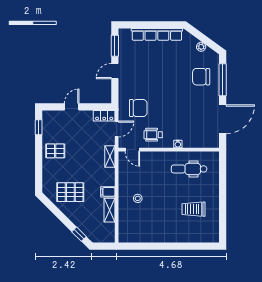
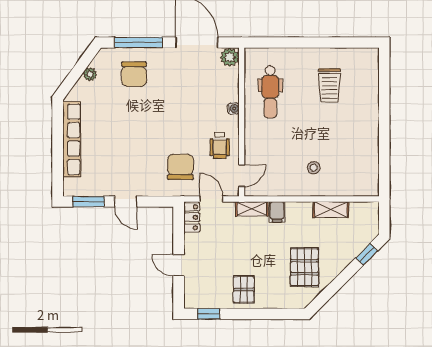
plant: (213, 141) -> (230, 57), added
filing cabinet: (108, 192) -> (277, 212), moved

